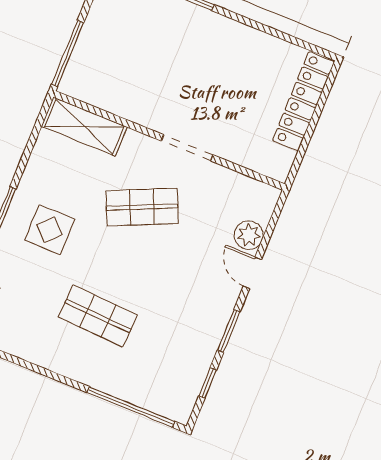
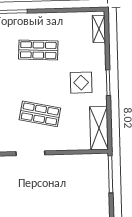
shelving: (84, 127) -> (99, 128), moved, turned 90
shop shelf: (142, 207) -> (40, 114), turned 36

